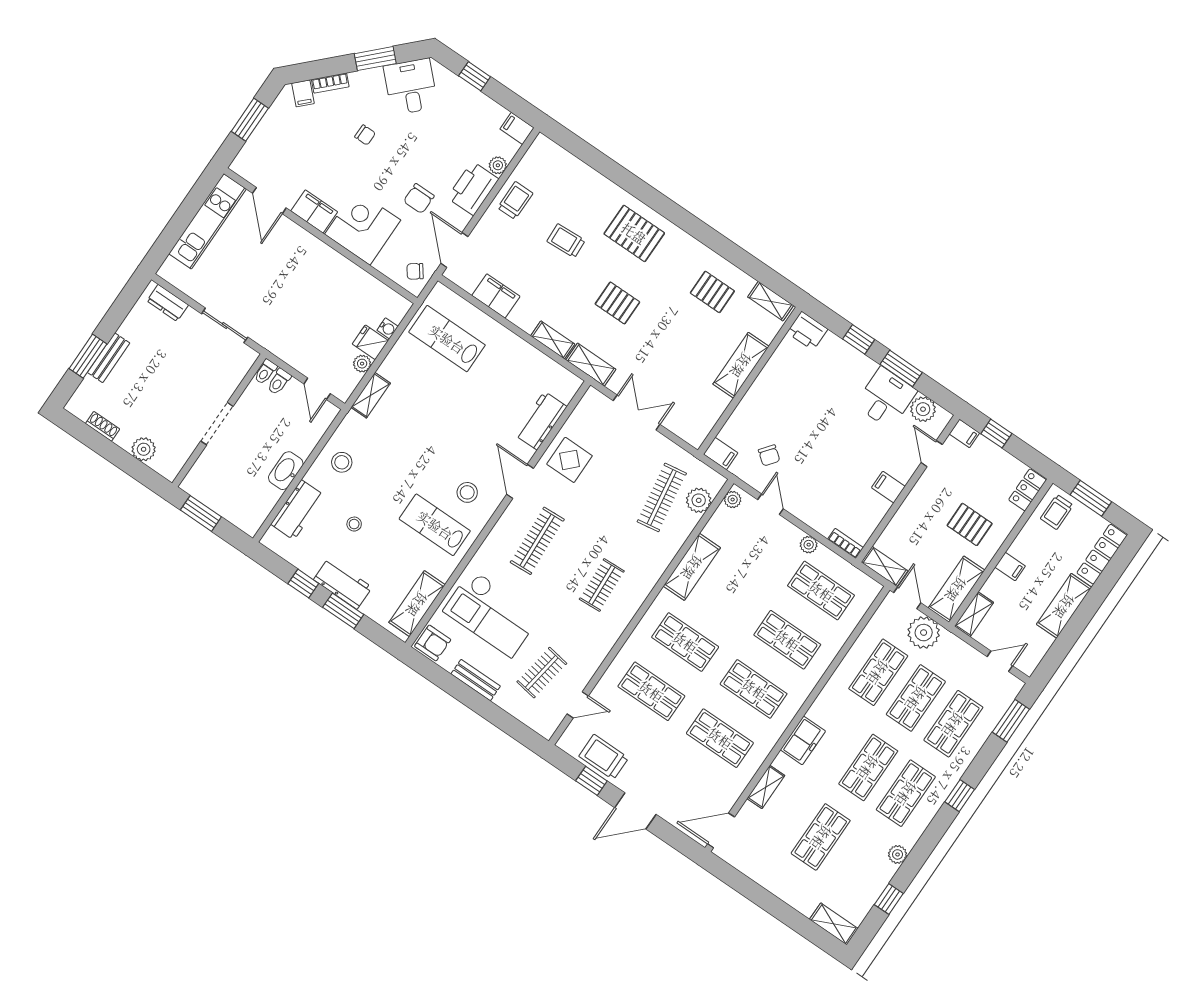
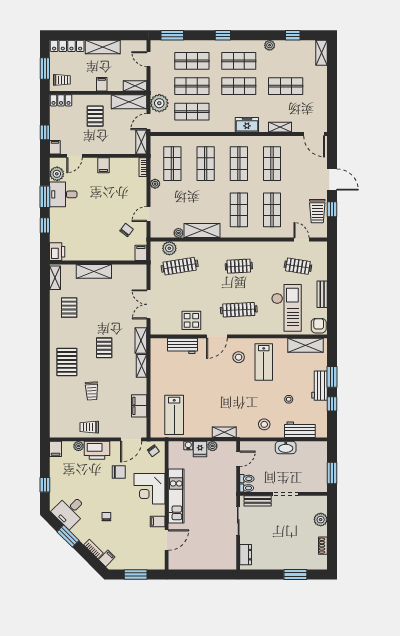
filing cabinet: (314, 211) -> (158, 522), width x0.50
kitchen unit: (207, 221) -> (176, 496), moved, turned 90
bench: (109, 358) -> (258, 501), moved
plant: (733, 500) -> (178, 233), moved

